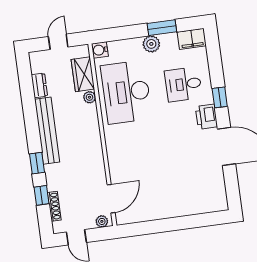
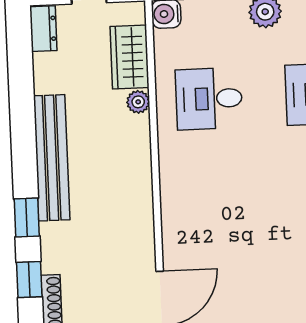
dresser: (39, 85) -> (43, 29), moved
desk: (126, 92) -> (209, 99), width x0.53, depth x0.77

